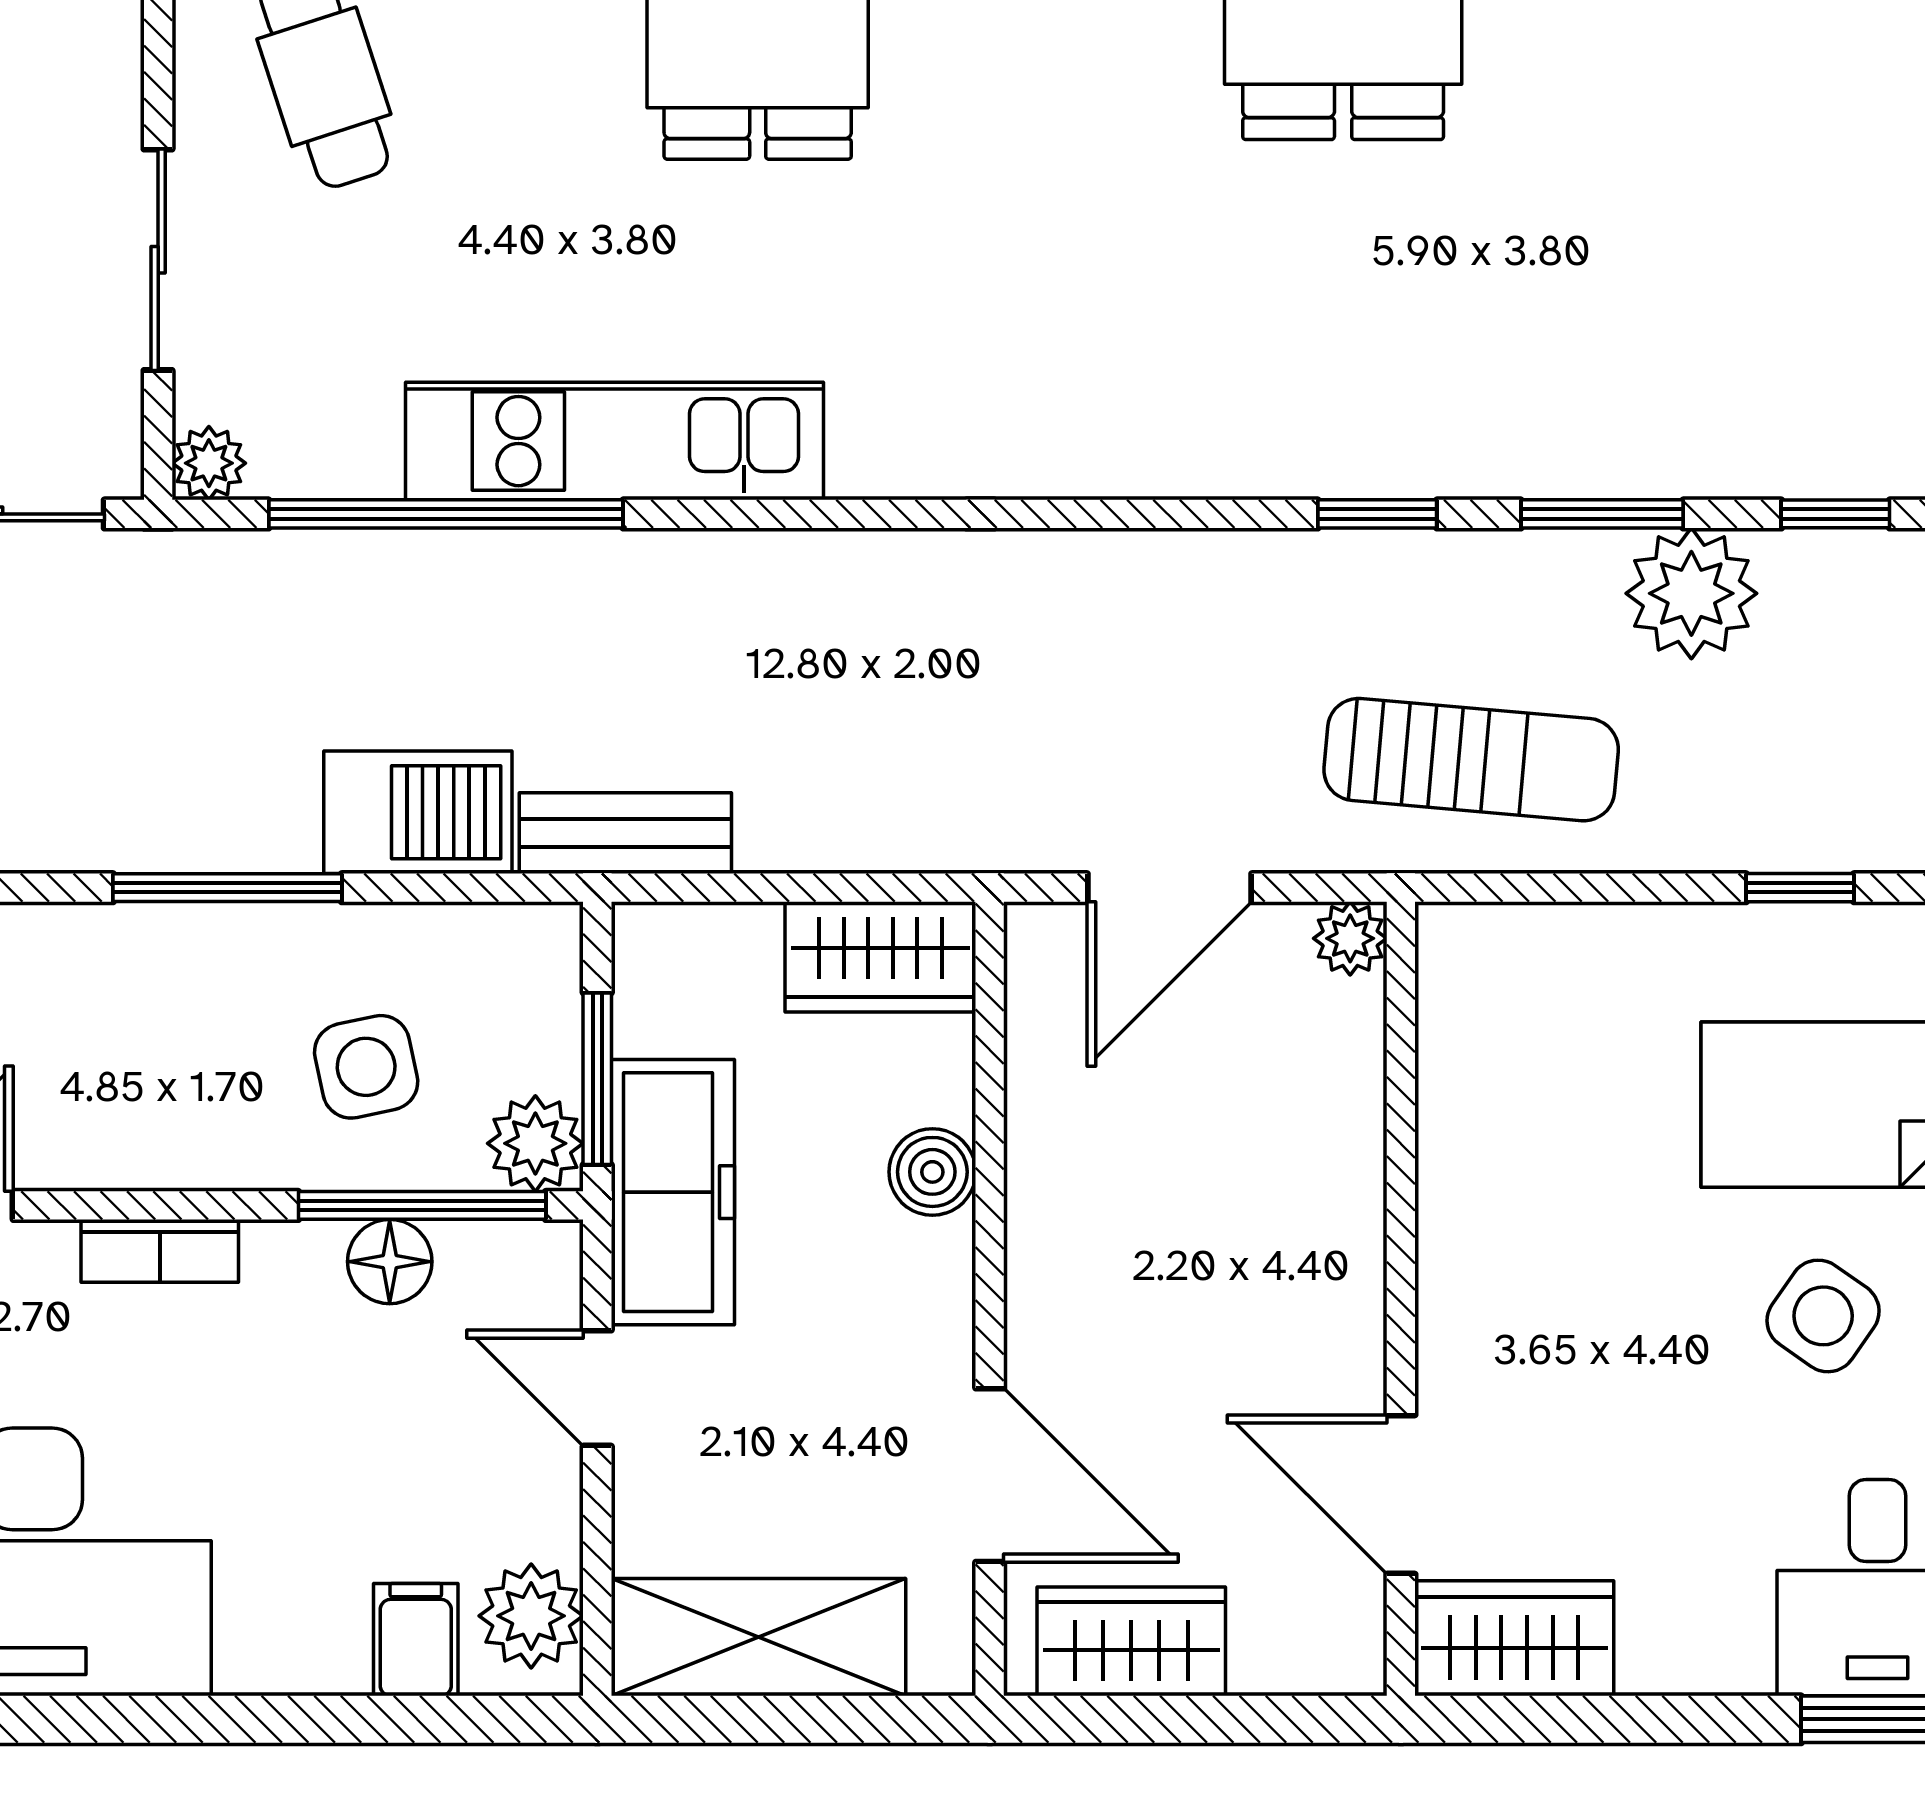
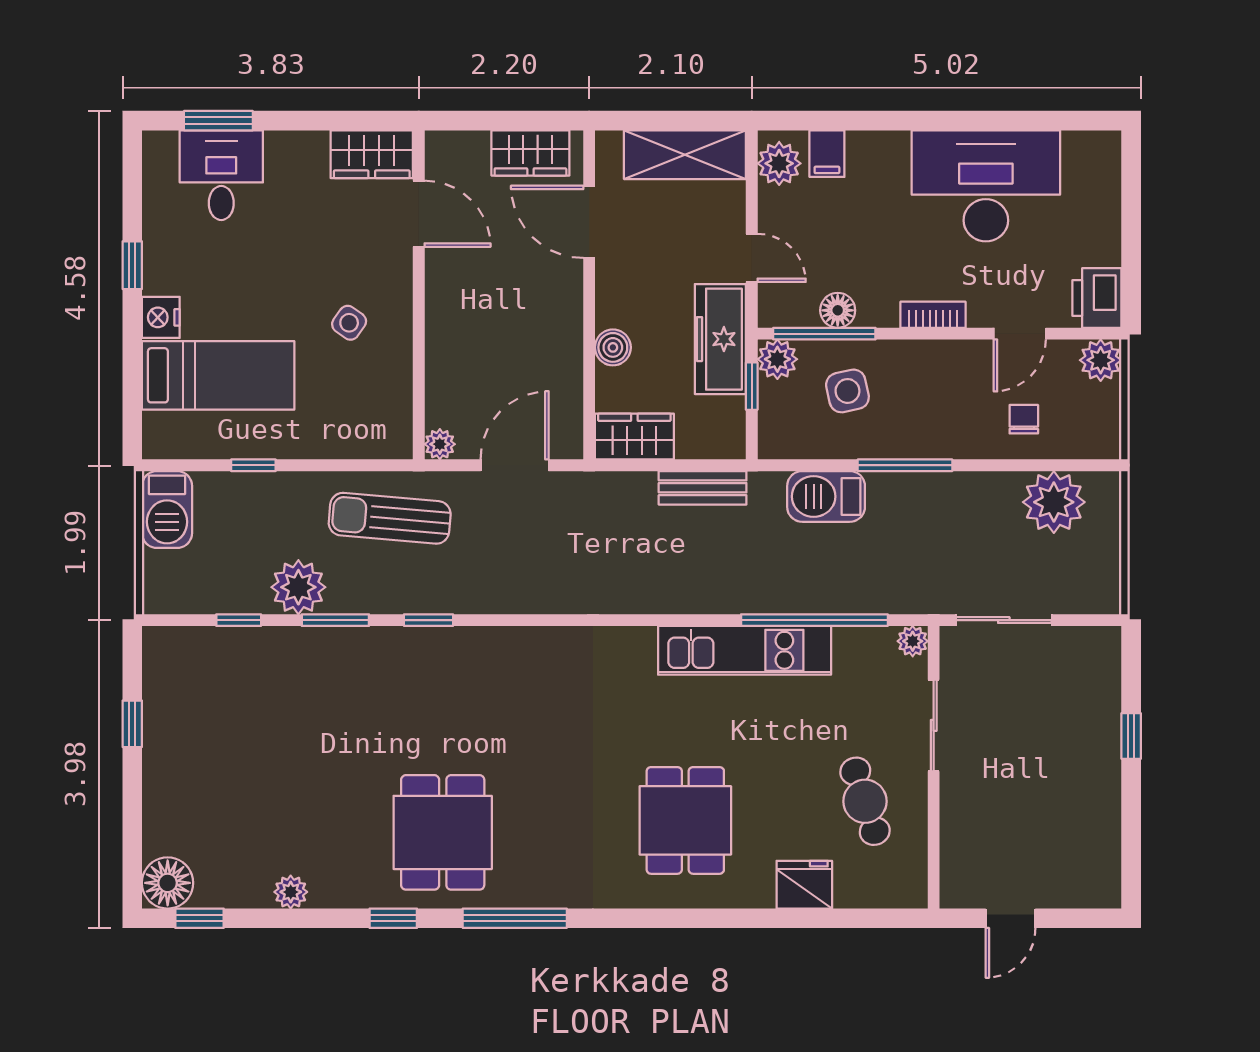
bench: (625, 833) -> (703, 488), moved
window: (597, 1079) -> (752, 386), width x0.67
side table: (1823, 1316) -> (349, 323), moved, width x0.73, depth x0.73

